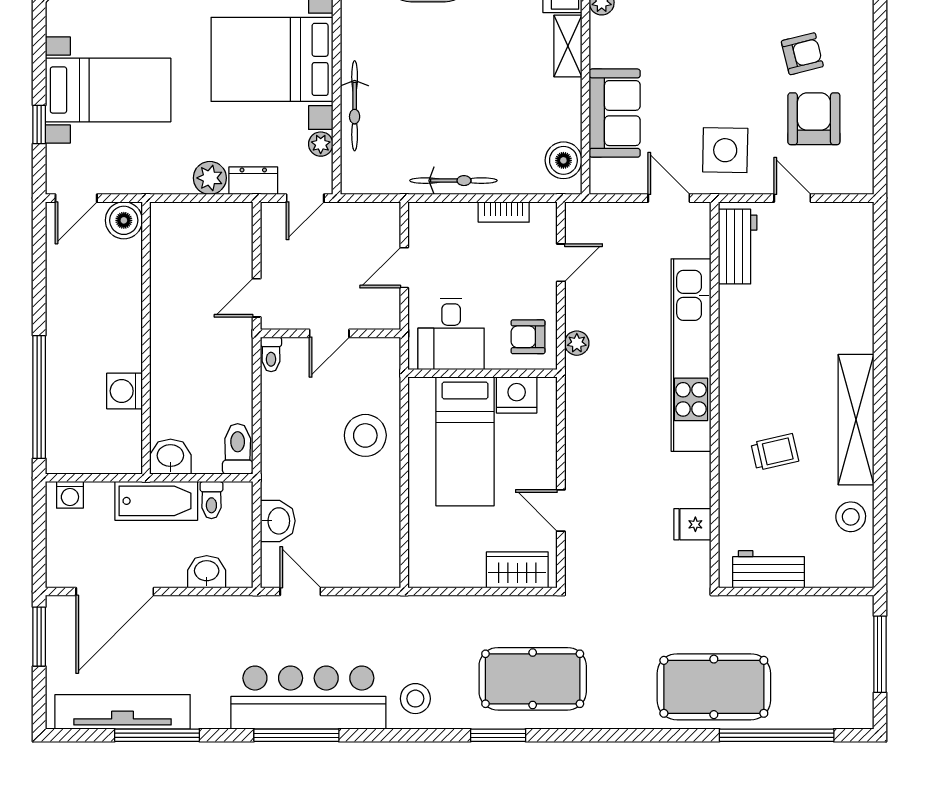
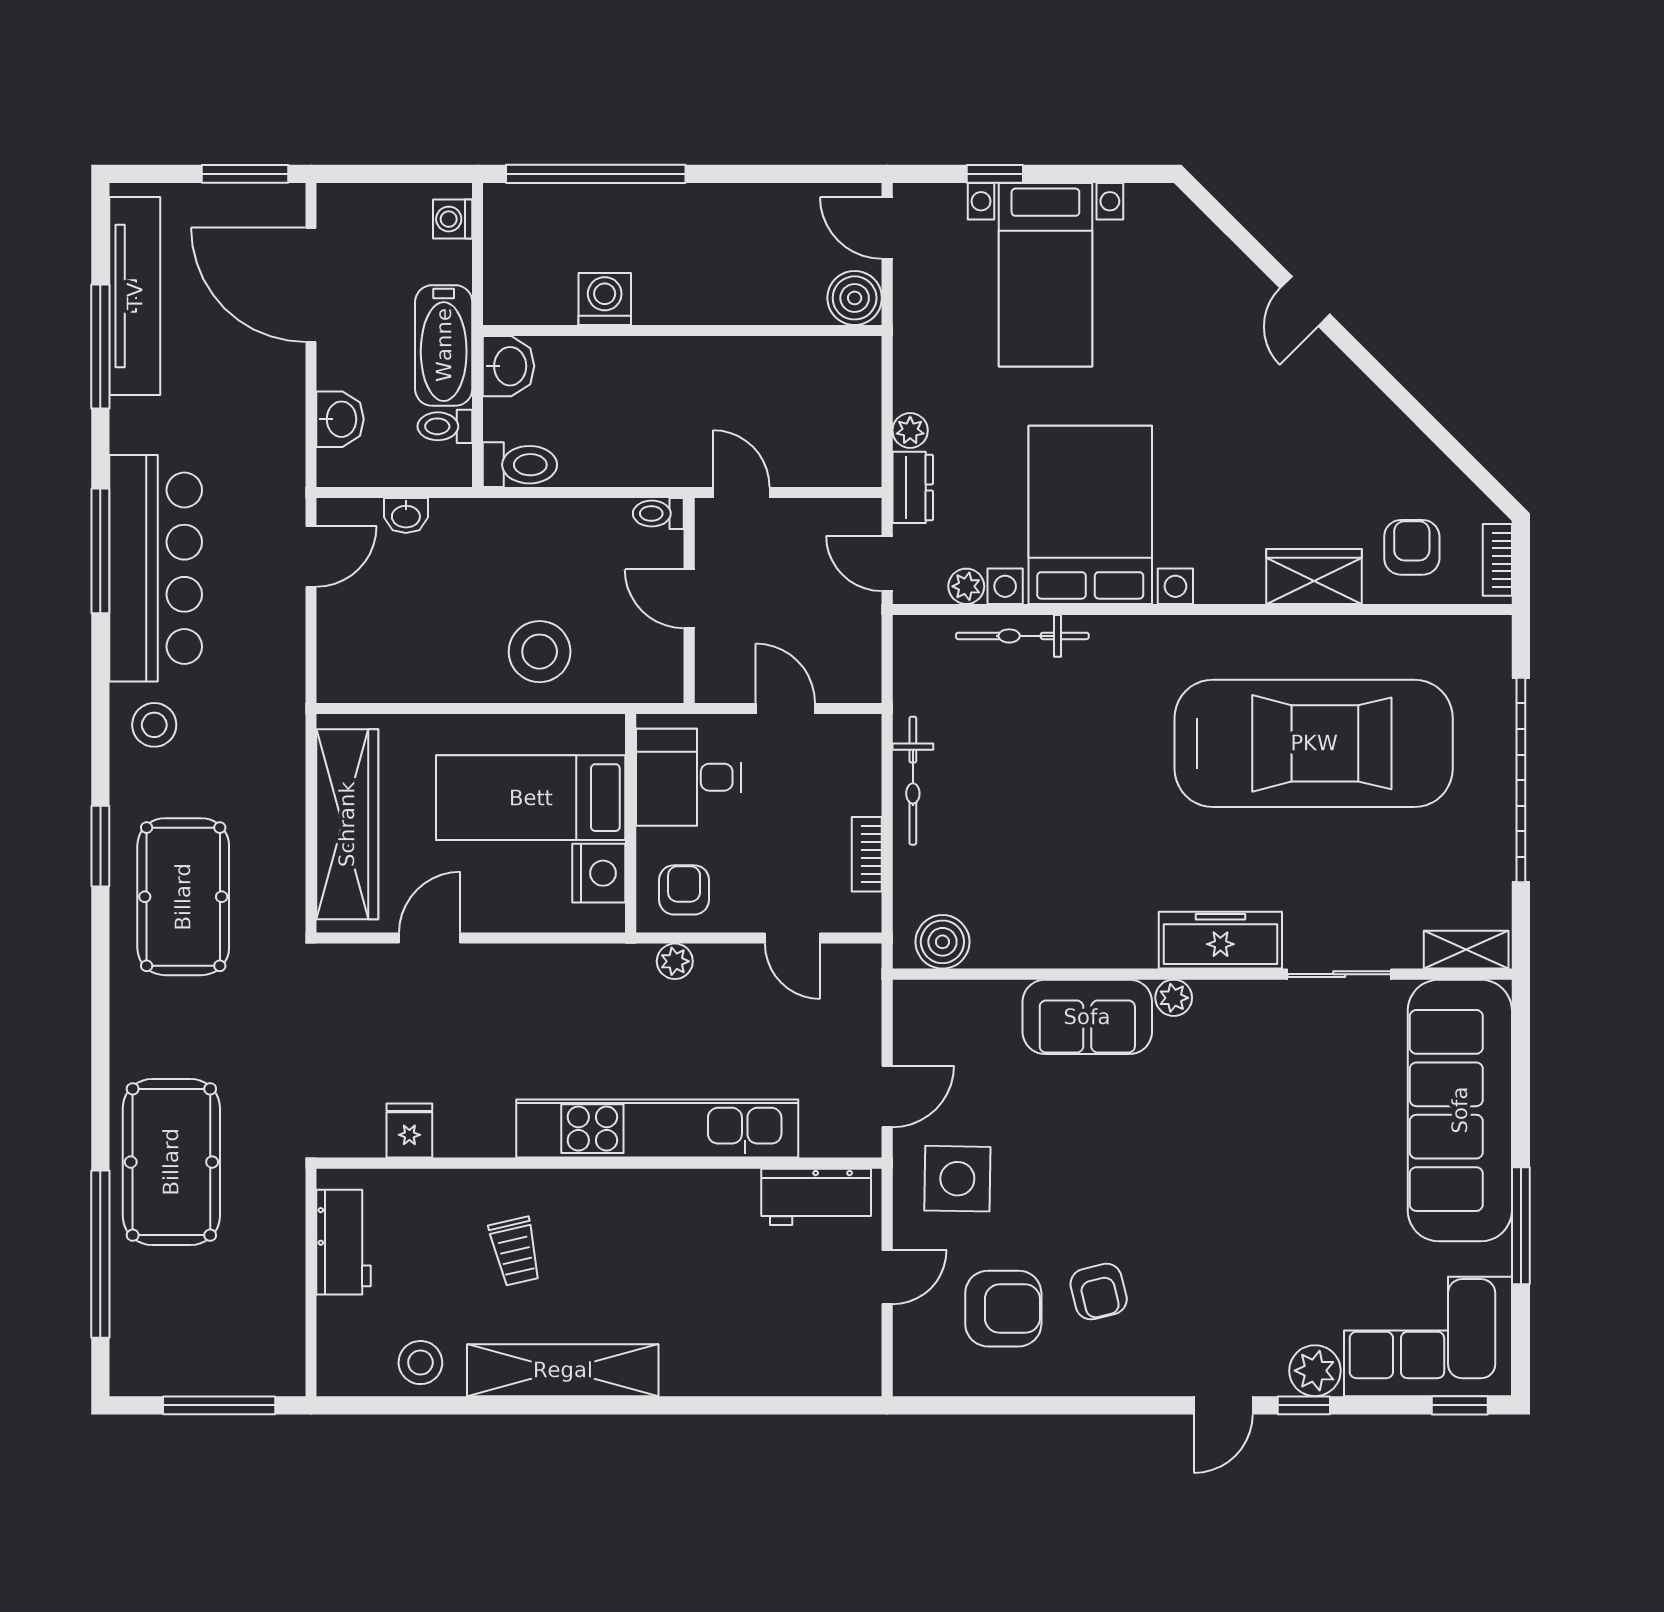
shelving: (568, 46) -> (1110, 948), removed
sofa: (615, 113) -> (1087, 1017), moved
plant: (210, 178) -> (910, 430), width x0.73, depth x0.73
washbasin: (278, 521) -> (406, 516), width x0.72, depth x0.69
wardrobe: (517, 570) -> (347, 824), width x2.10, depth x1.17

